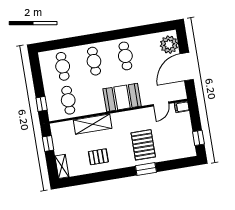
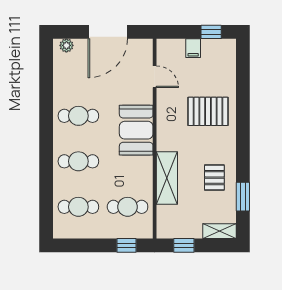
plant: (169, 45) -> (66, 45), width x0.53, depth x0.53
door: (187, 67) -> (108, 32), hinge flipped
filing cabinet: (182, 107) -> (193, 48), moved
window: (146, 169) -> (243, 197), moved

